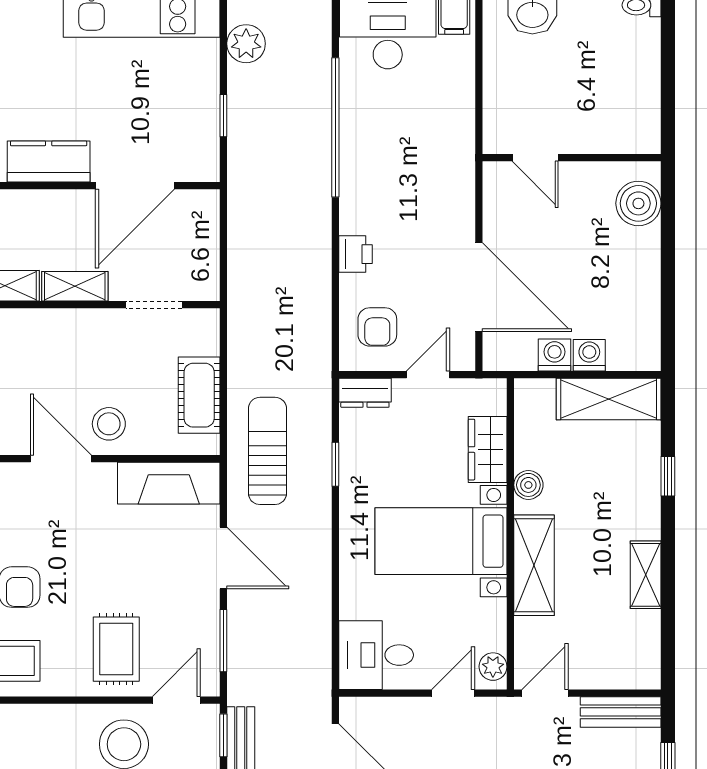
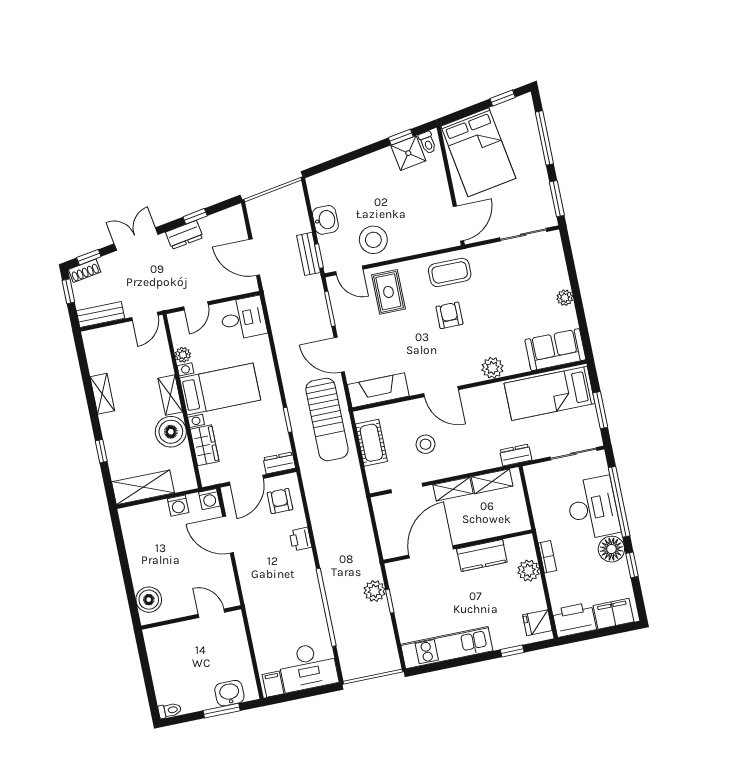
plant: (246, 44) -> (375, 591), moved
door: (479, 287) -> (228, 535), width x0.73
washing machine: (589, 355) -> (209, 499), moved
door: (428, 375) -> (246, 480), width x1.38
stool: (109, 424) -> (426, 444), moved
sun lounger: (267, 451) -> (327, 419), width x1.36, depth x1.34
boiler: (528, 485) -> (171, 432), width x1.86, depth x1.86
shelving: (534, 565) -> (170, 395), width x0.67, depth x0.75
plant: (493, 667) -> (183, 355), moved
door: (176, 700) -> (349, 270), hinge flipped

